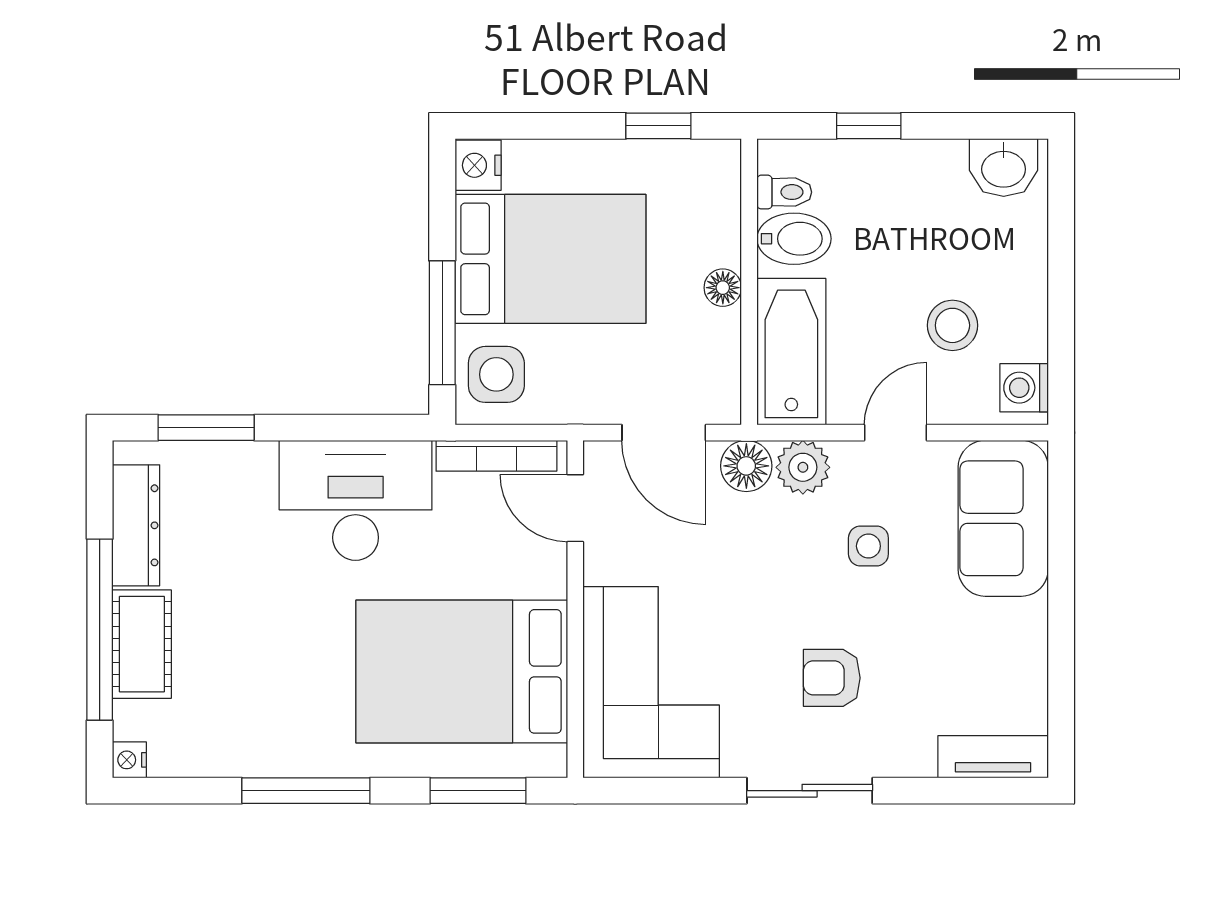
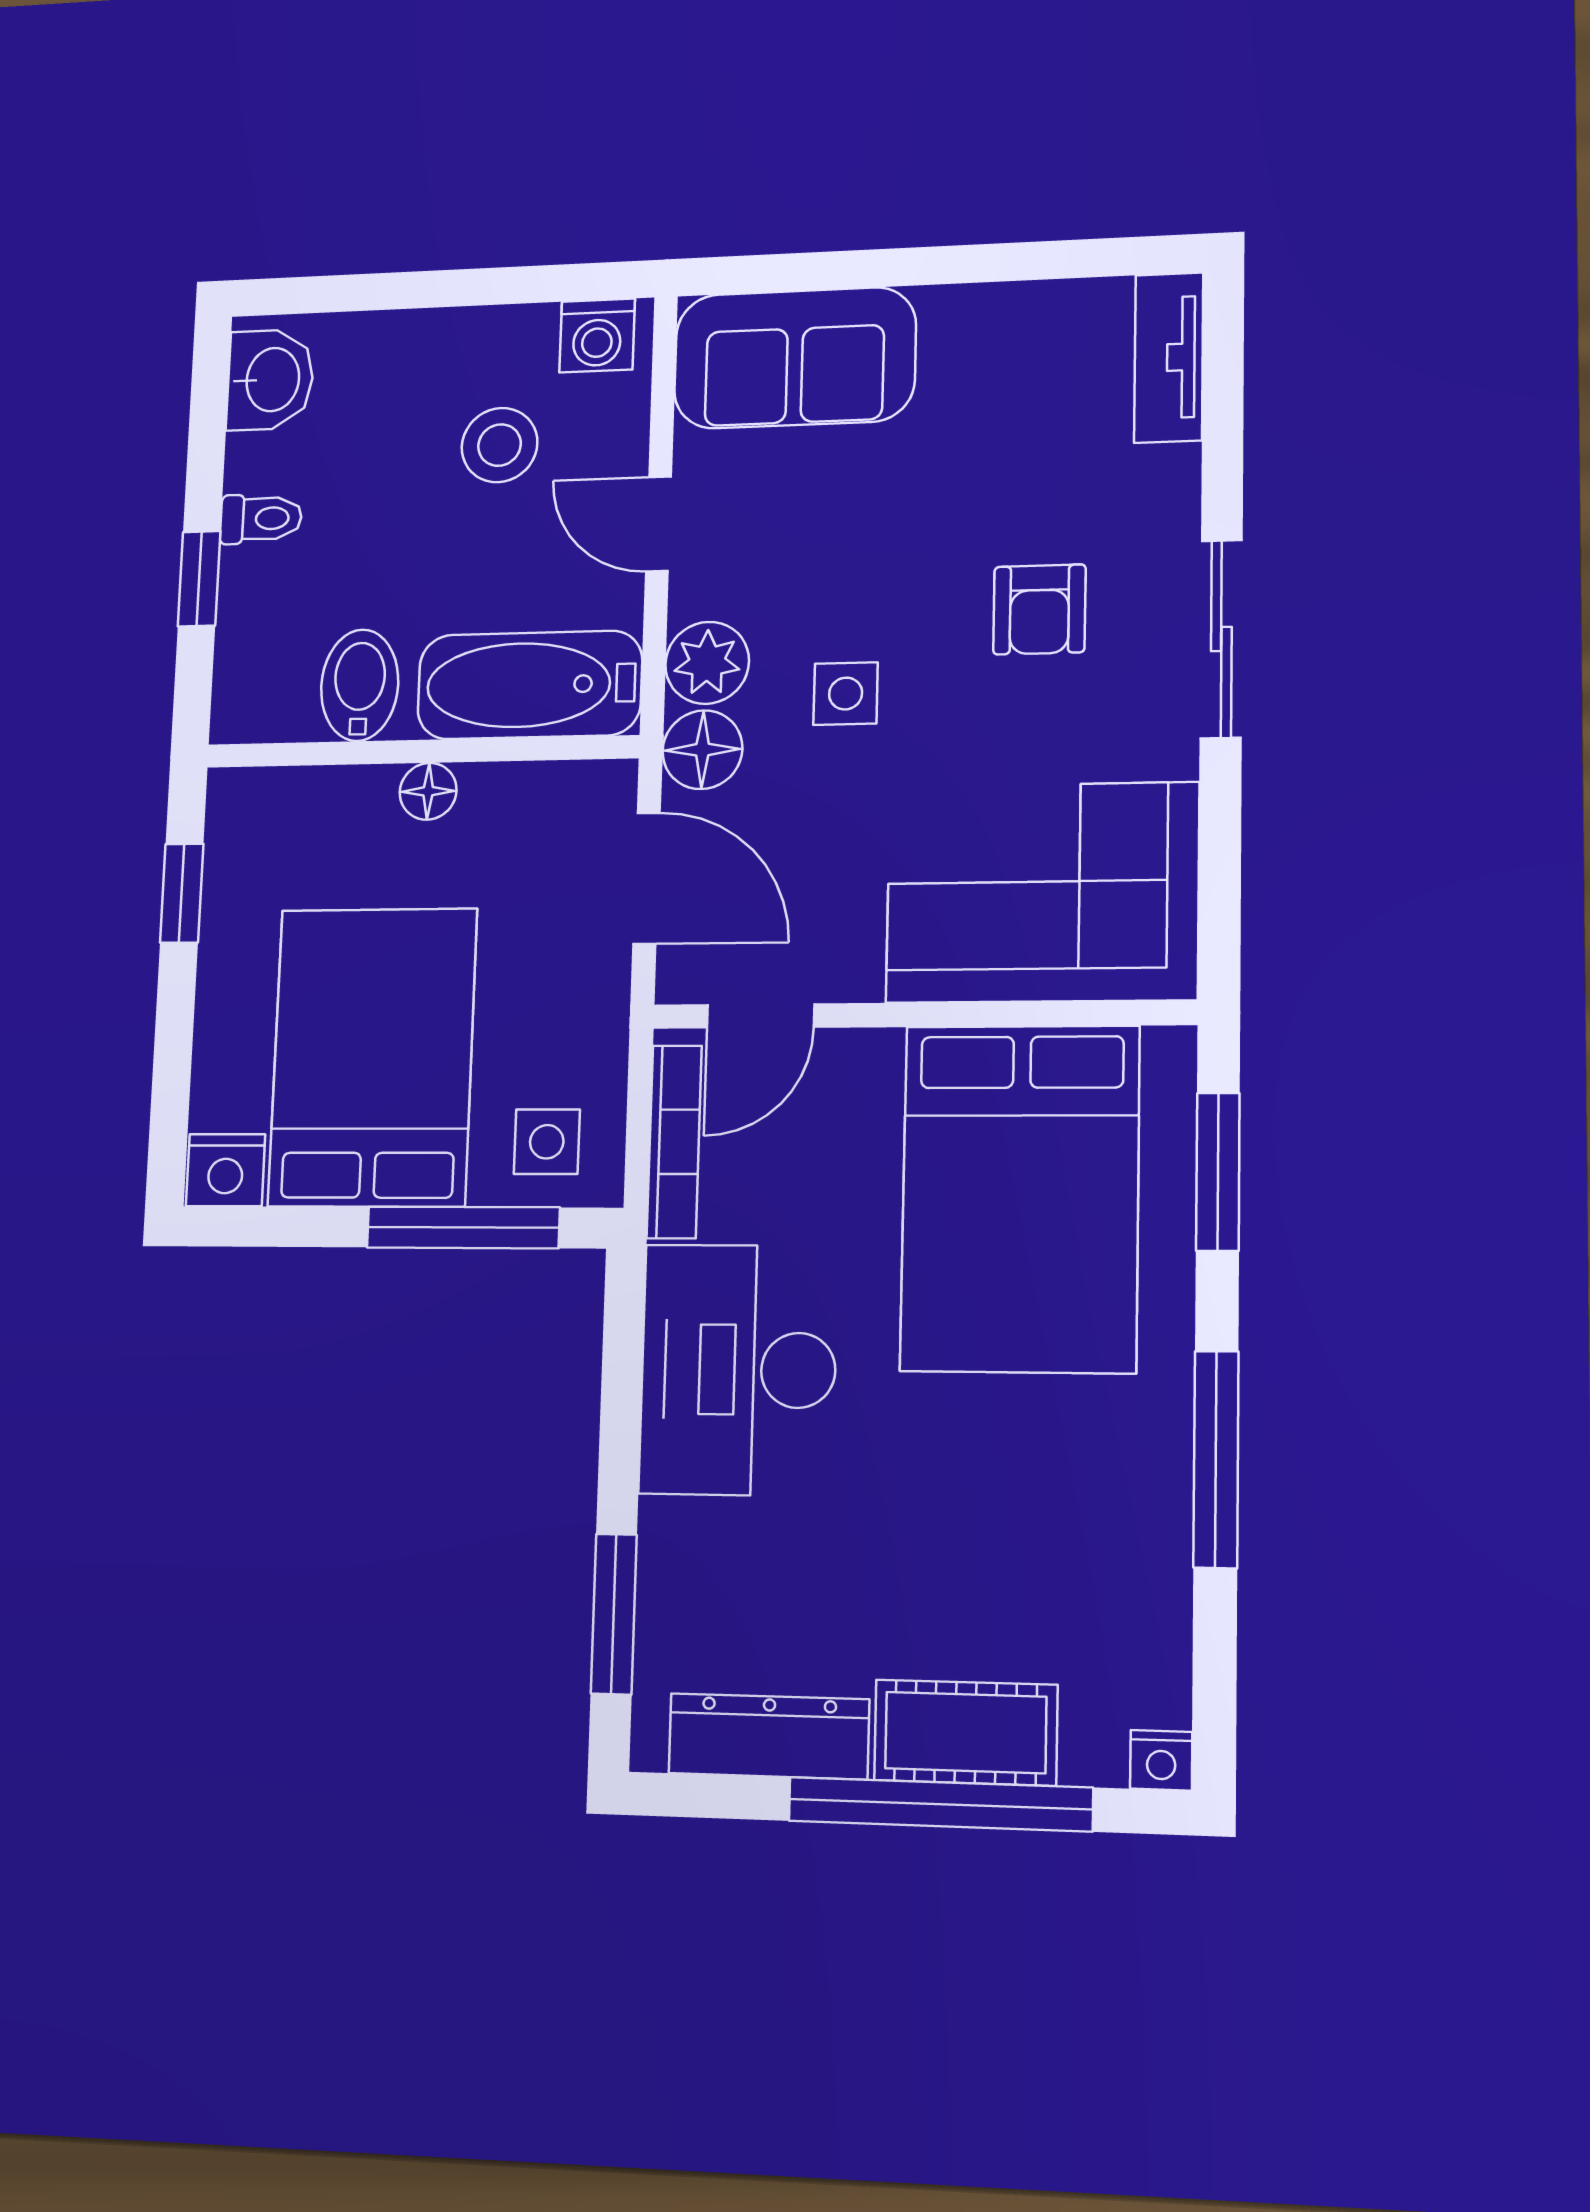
toilet: (784, 192) -> (261, 519), moved, turned 90
side table: (496, 374) -> (547, 1142), width x0.73, depth x0.73
door: (664, 433) -> (647, 878), hinge flipped
side table: (868, 546) -> (846, 694), moved

